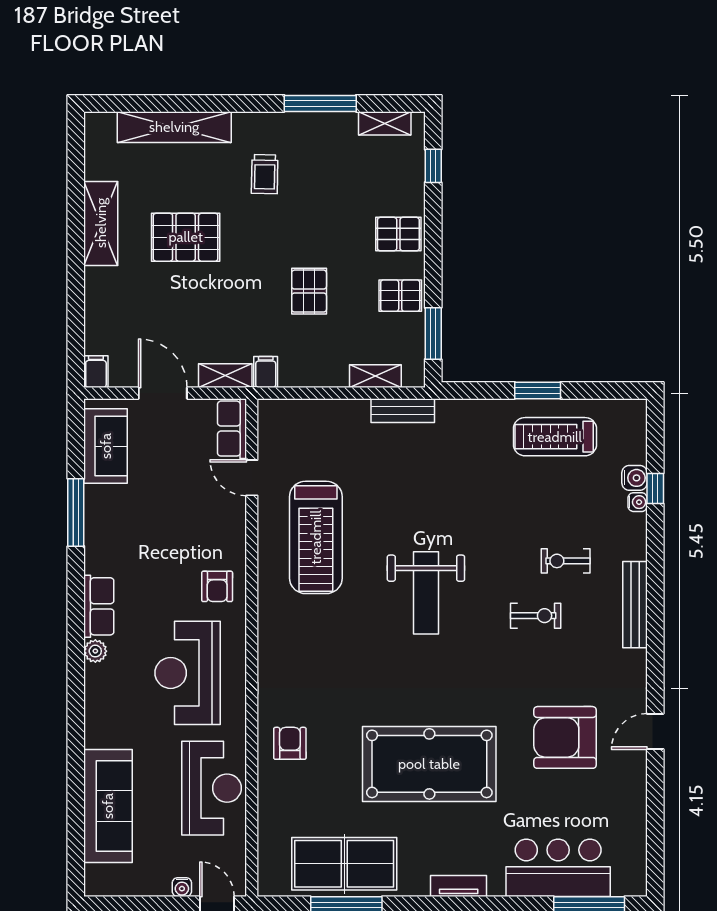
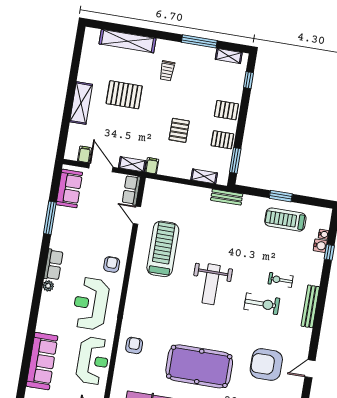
shelving: (101, 223) -> (81, 103), moved
filing cabinet: (96, 372) -> (84, 154), moved
bench: (403, 411) -> (227, 197), moved
water cooler: (638, 502) -> (324, 234), moved
treadmill: (316, 537) -> (163, 249), turned 180
armchair: (217, 586) -> (112, 265), turned 180
exercise bike: (536, 616) -> (262, 304), width x1.38, depth x1.39

